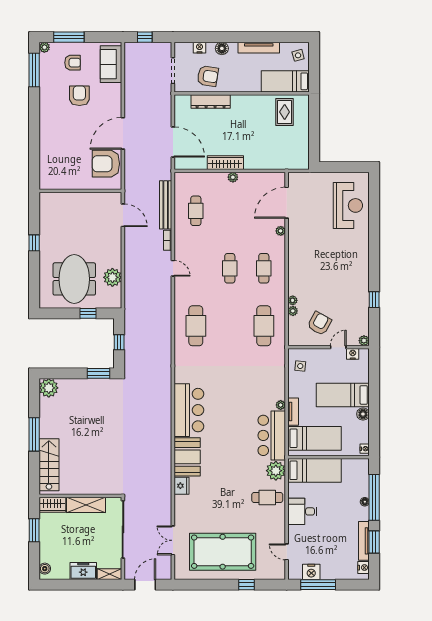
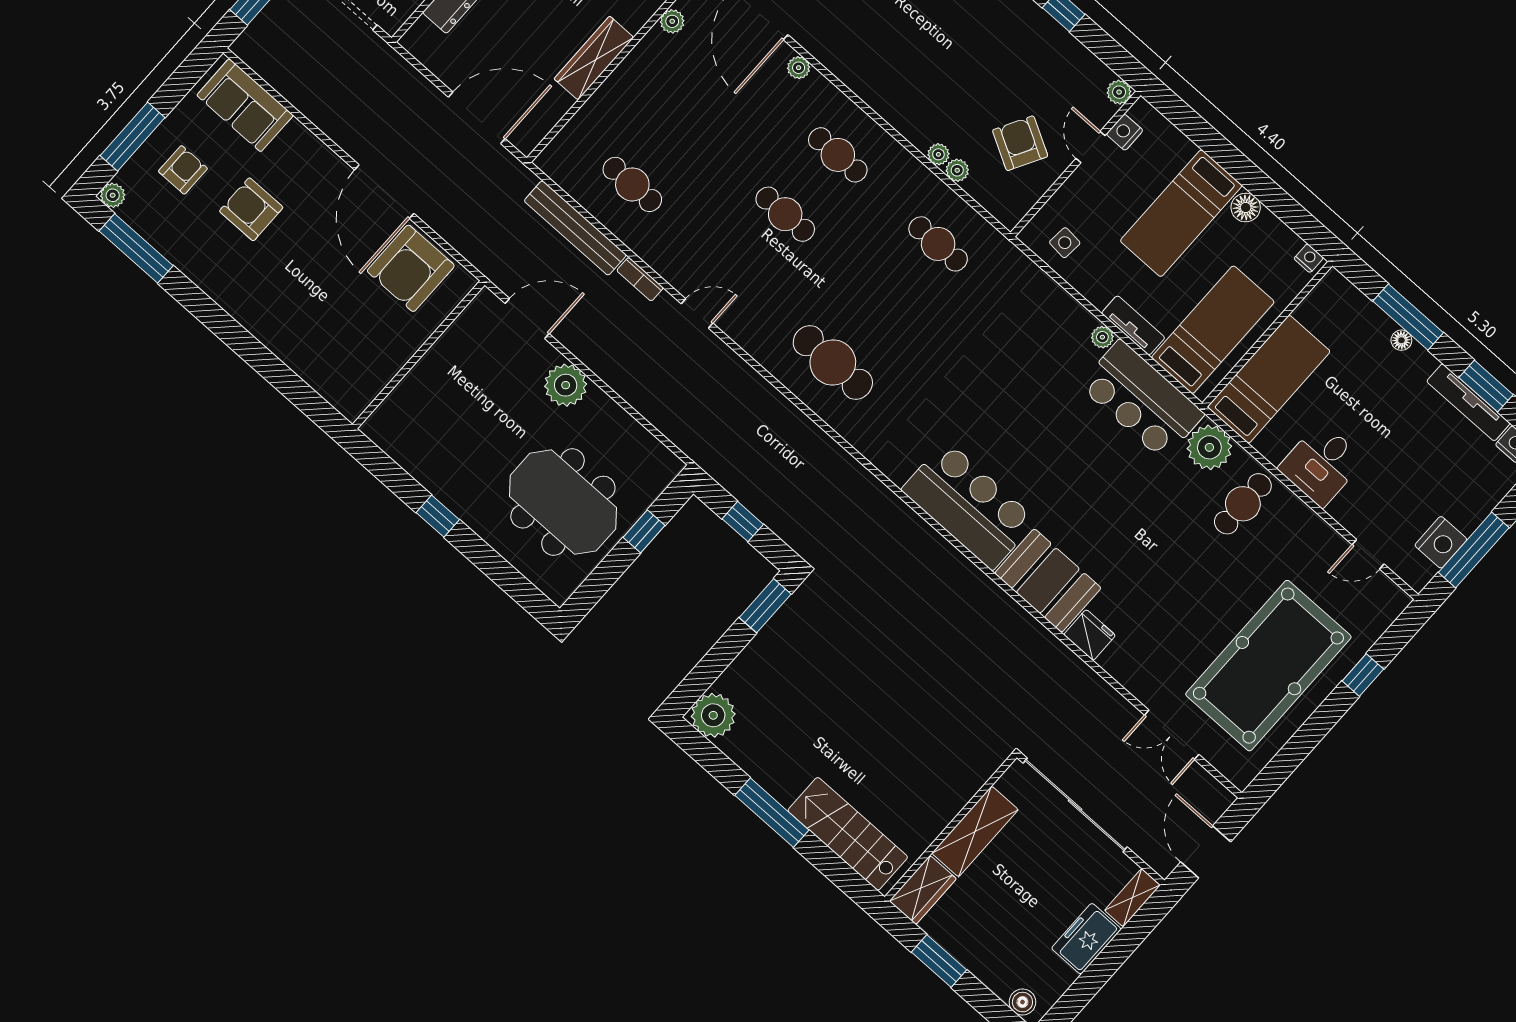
plant: (233, 177) -> (672, 21), moved
plant: (112, 277) -> (566, 385), moved
cafe table: (264, 326) -> (938, 244), width x0.73, depth x0.74
window: (374, 497) -> (1408, 317), width x0.68

